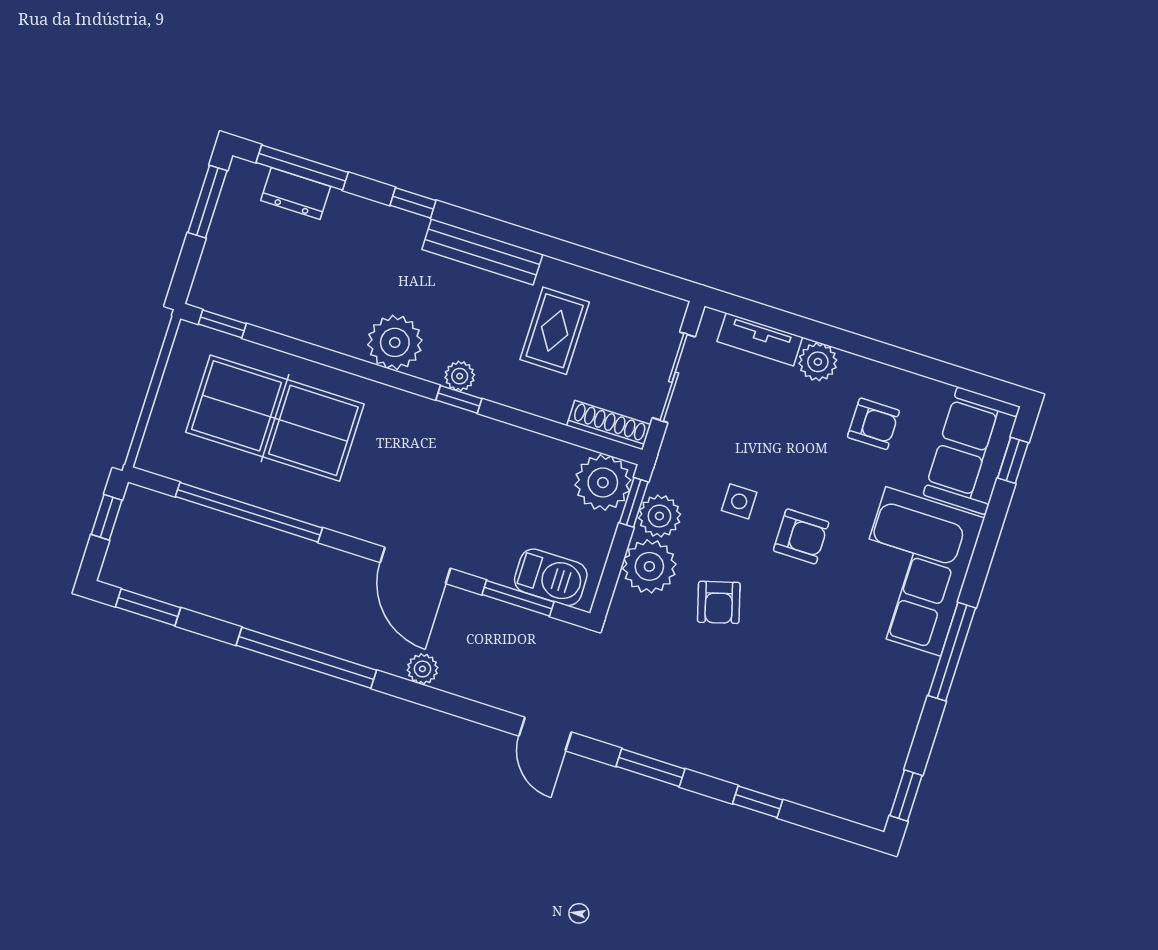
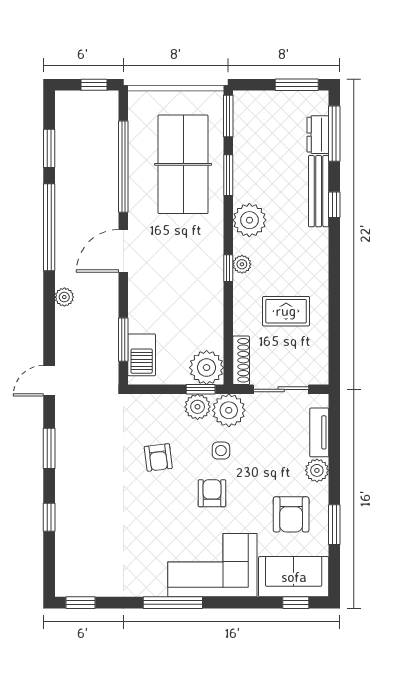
bench: (482, 252) -> (319, 191), moved
window: (222, 324) -> (228, 116), width x1.50
window: (314, 353) -> (228, 175), added
window: (911, 362) -> (334, 525), added
armchair: (873, 424) -> (291, 514), width x1.38, depth x1.38
armchair: (801, 536) -> (212, 493), turned 180
door: (415, 565) -> (123, 251), moved
plant: (649, 566) -> (229, 410), moved
armchair: (719, 602) -> (158, 457), turned -81
window: (148, 607) -> (49, 148), moved

